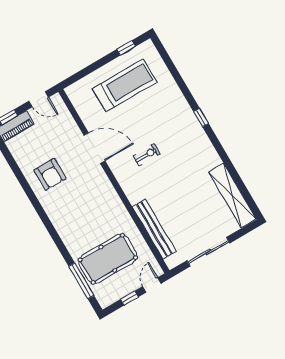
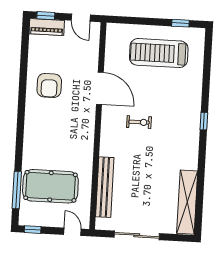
treadmill: (125, 85) -> (159, 53), turned 180
door: (152, 285) -> (72, 232), hinge flipped
window: (129, 298) -> (33, 230), moved

